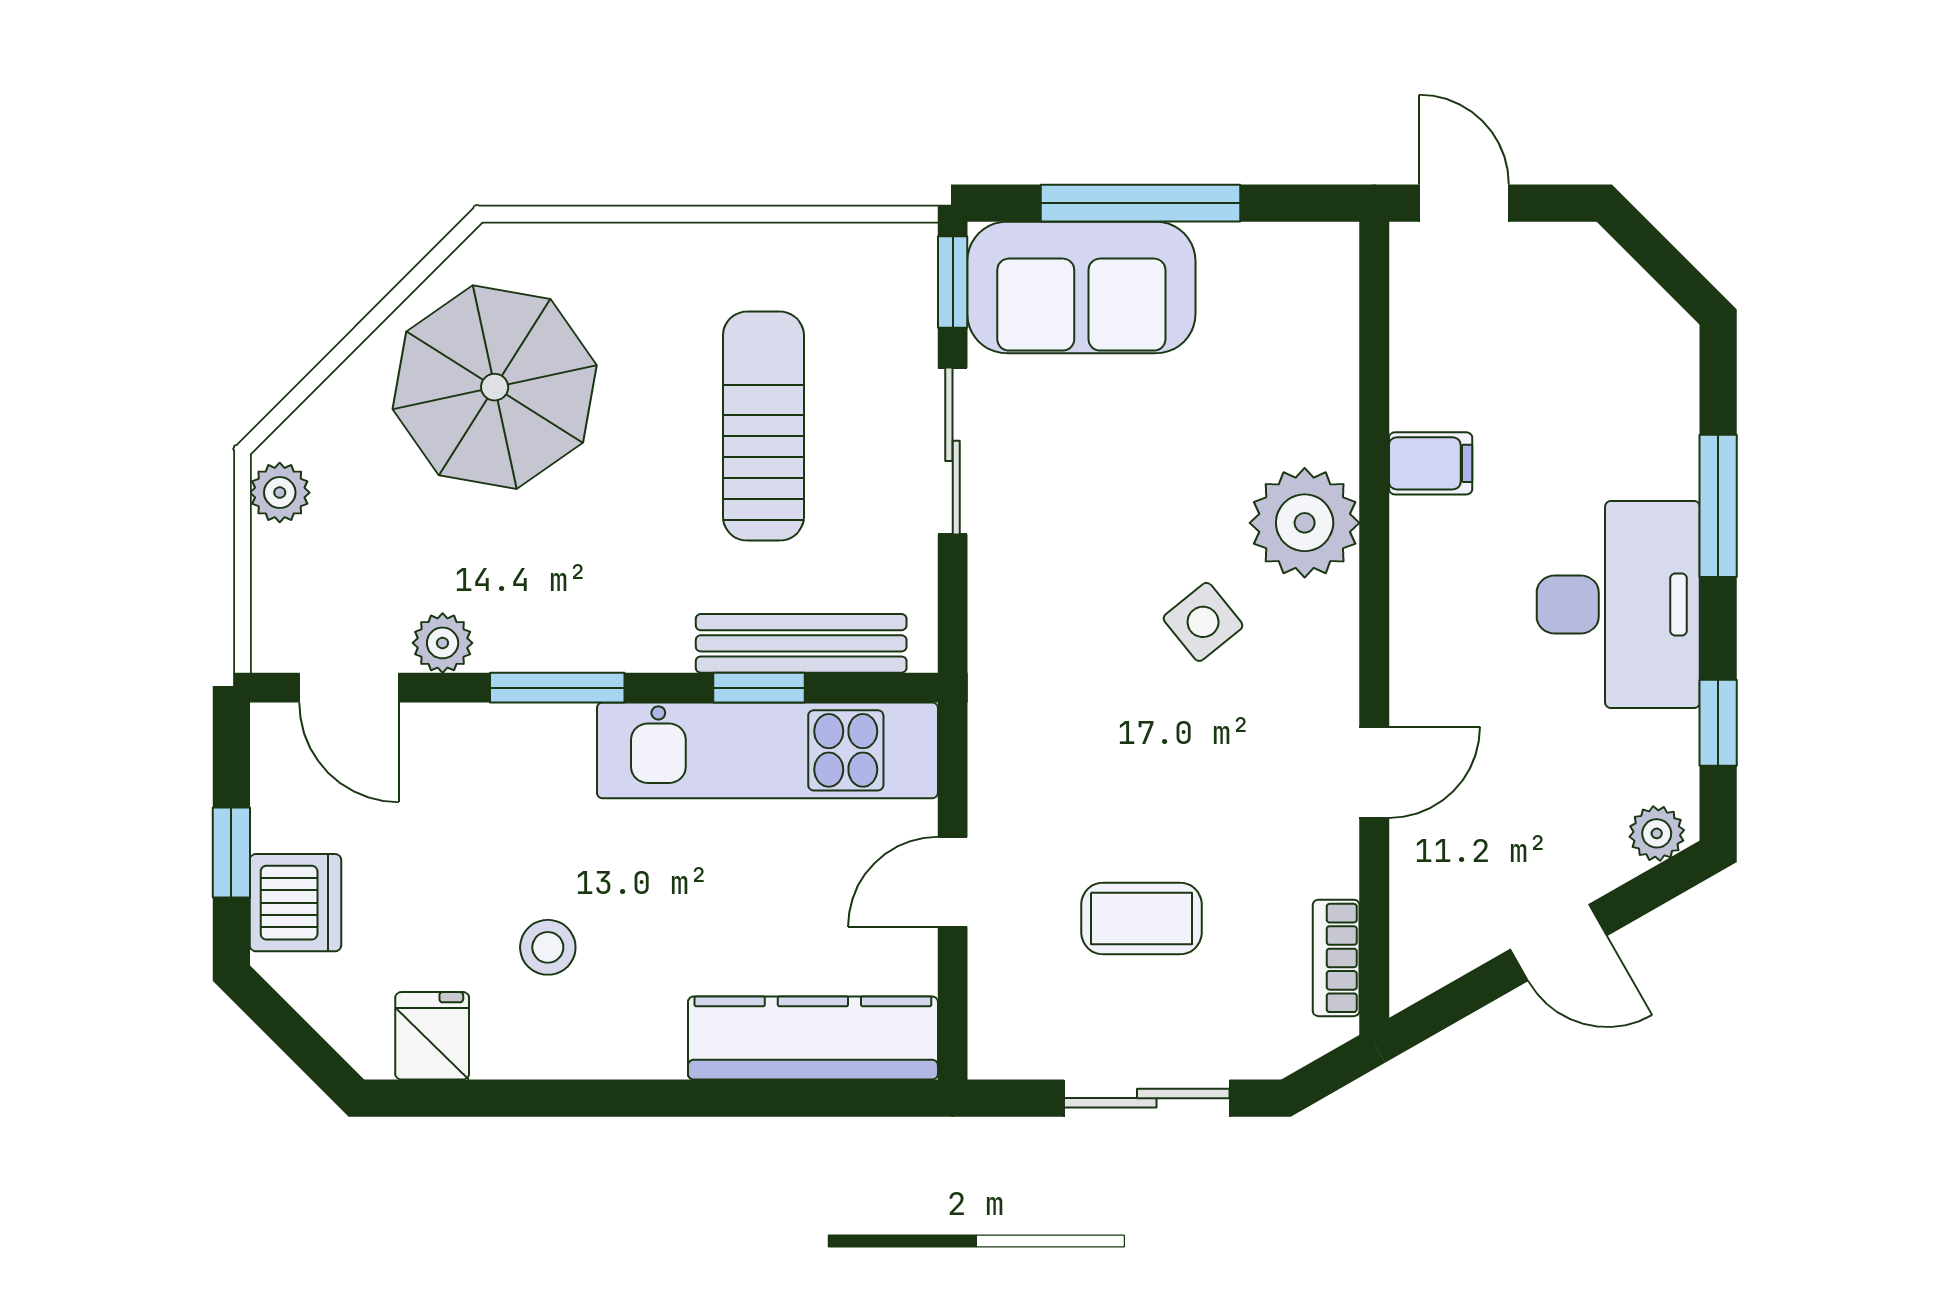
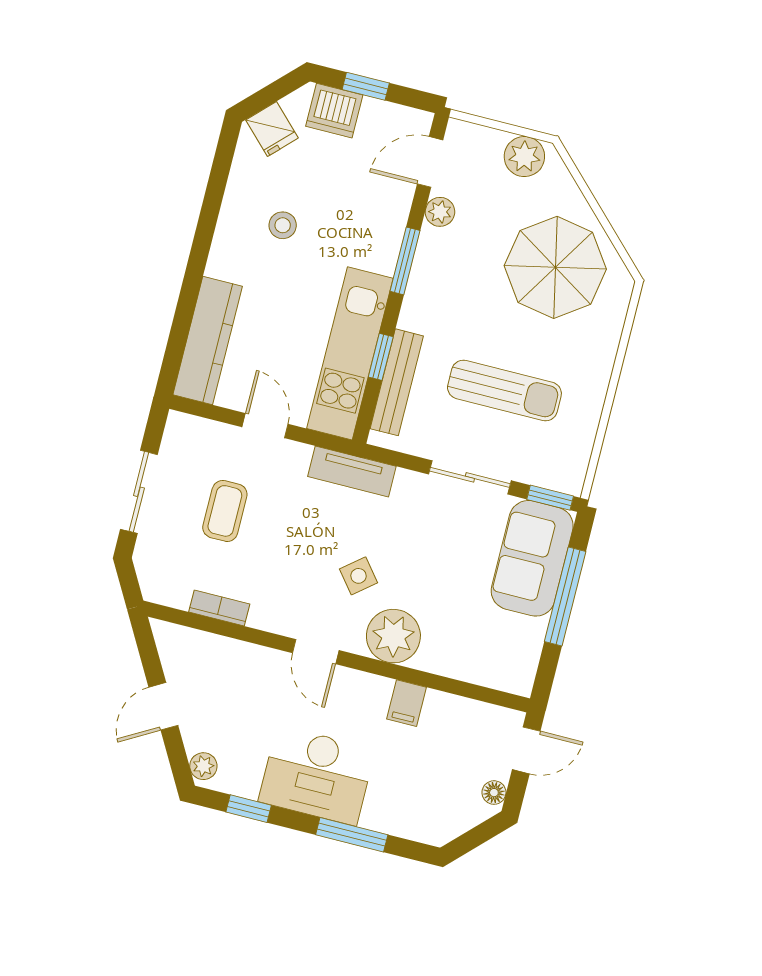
floor lamp: (1564, 246) -> (494, 793), added
plant: (280, 493) -> (524, 157), width x1.38, depth x1.38
tv unit: (1000, 687) -> (352, 471), added
door: (1374, 772) -> (316, 652), moved
bookcase: (1336, 958) -> (219, 608), moved
fridge: (432, 1036) -> (272, 129), moved, turned 45

